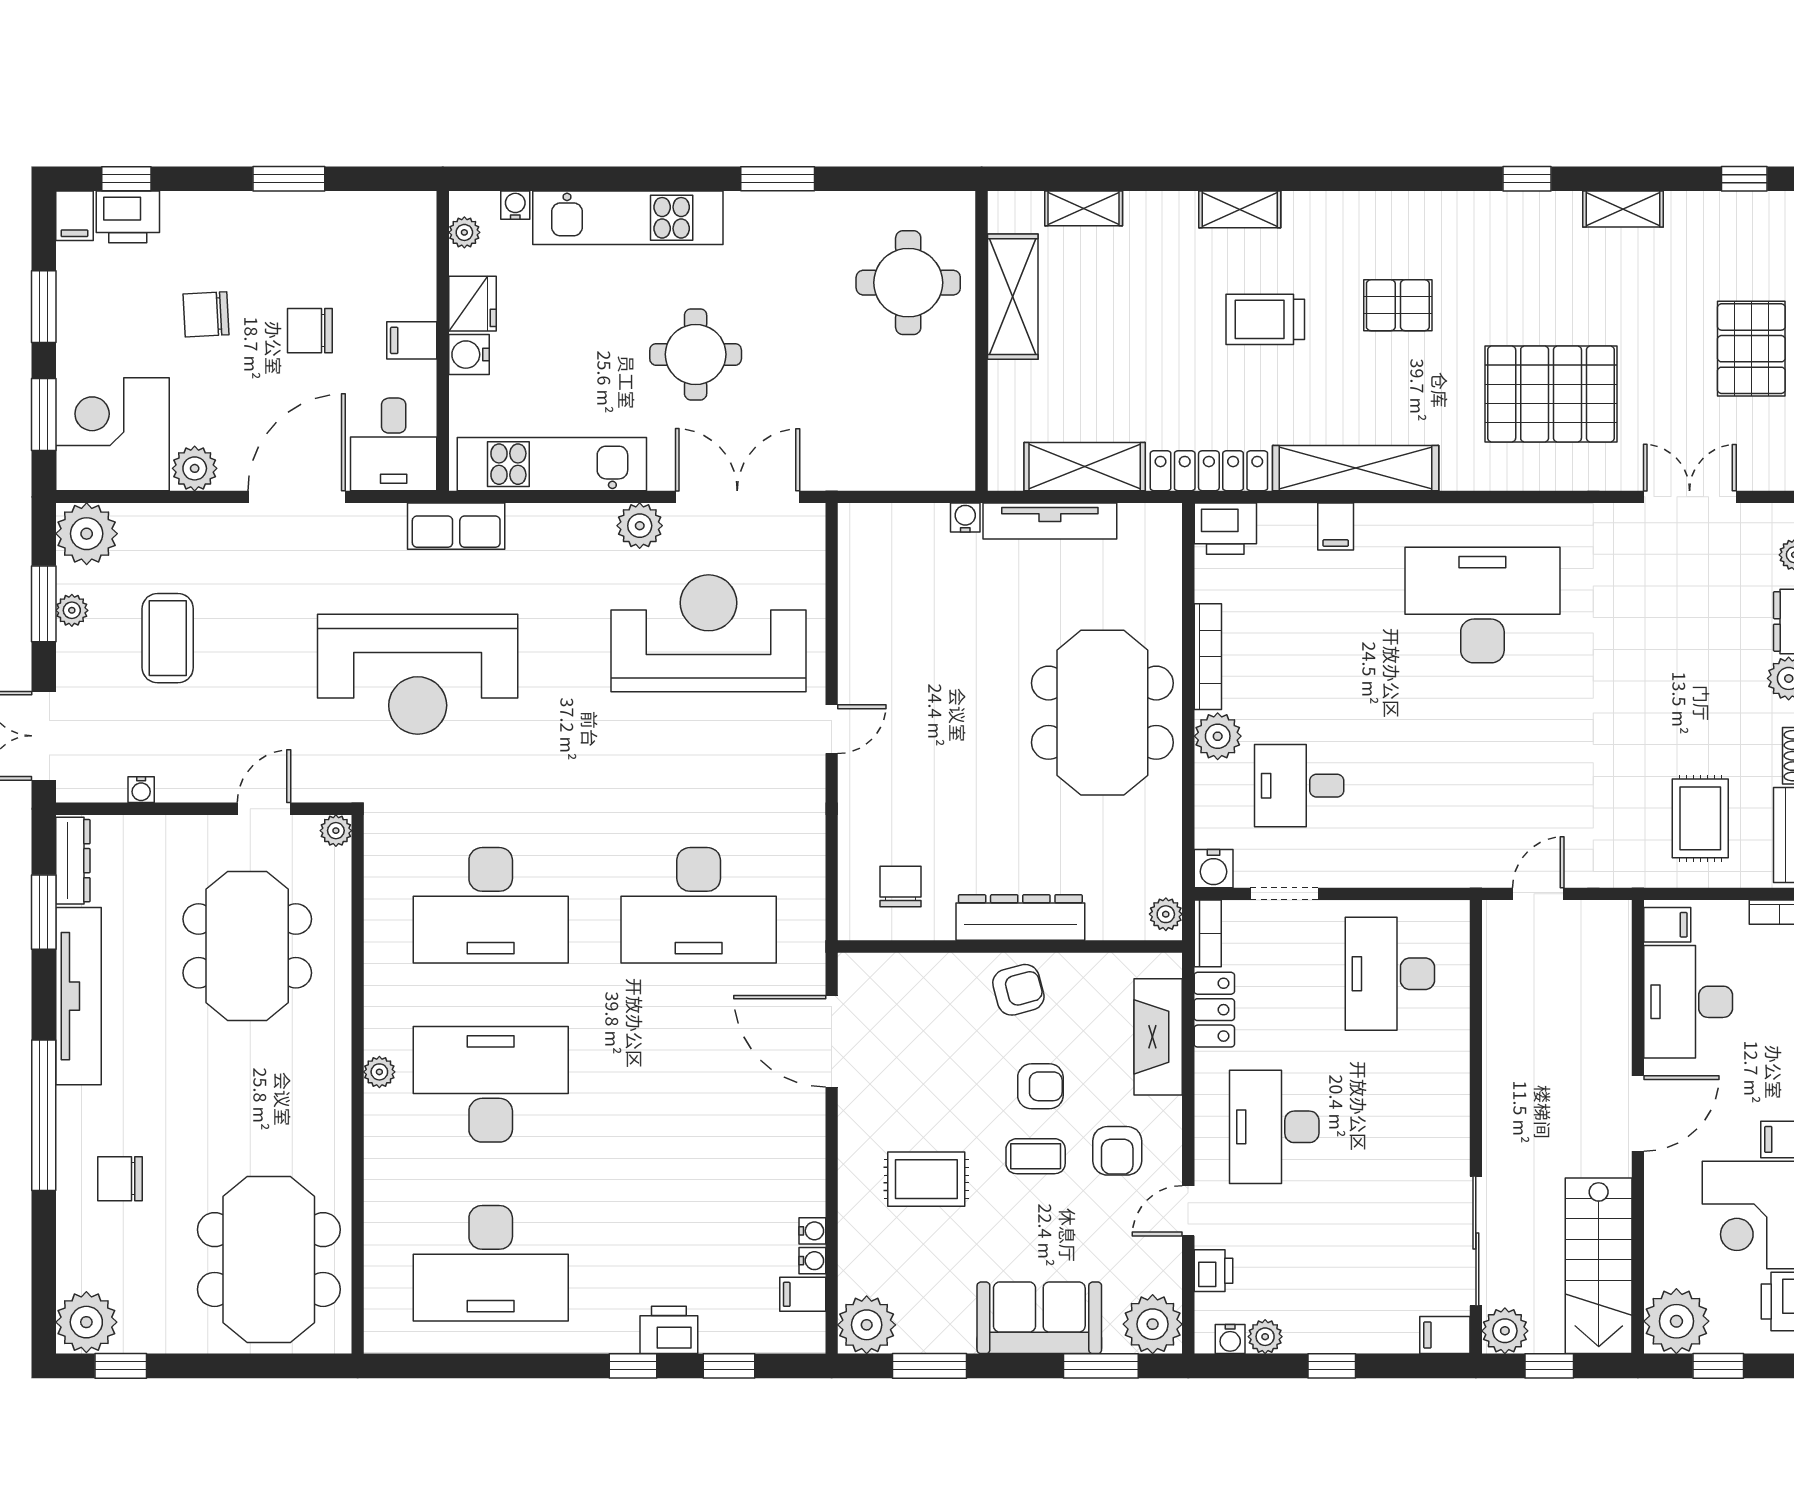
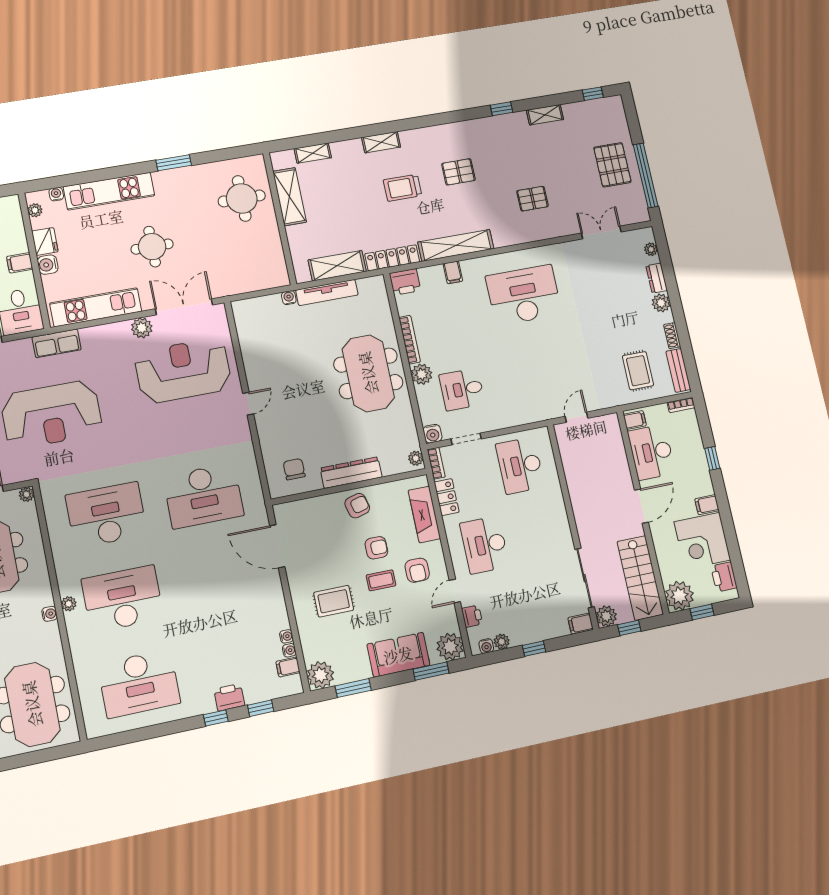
pallet: (1551, 394) -> (532, 199), width x0.49, depth x0.50
desk: (491, 905) -> (106, 515), turned 180
water cooler: (337, 1084) -> (50, 614), added

